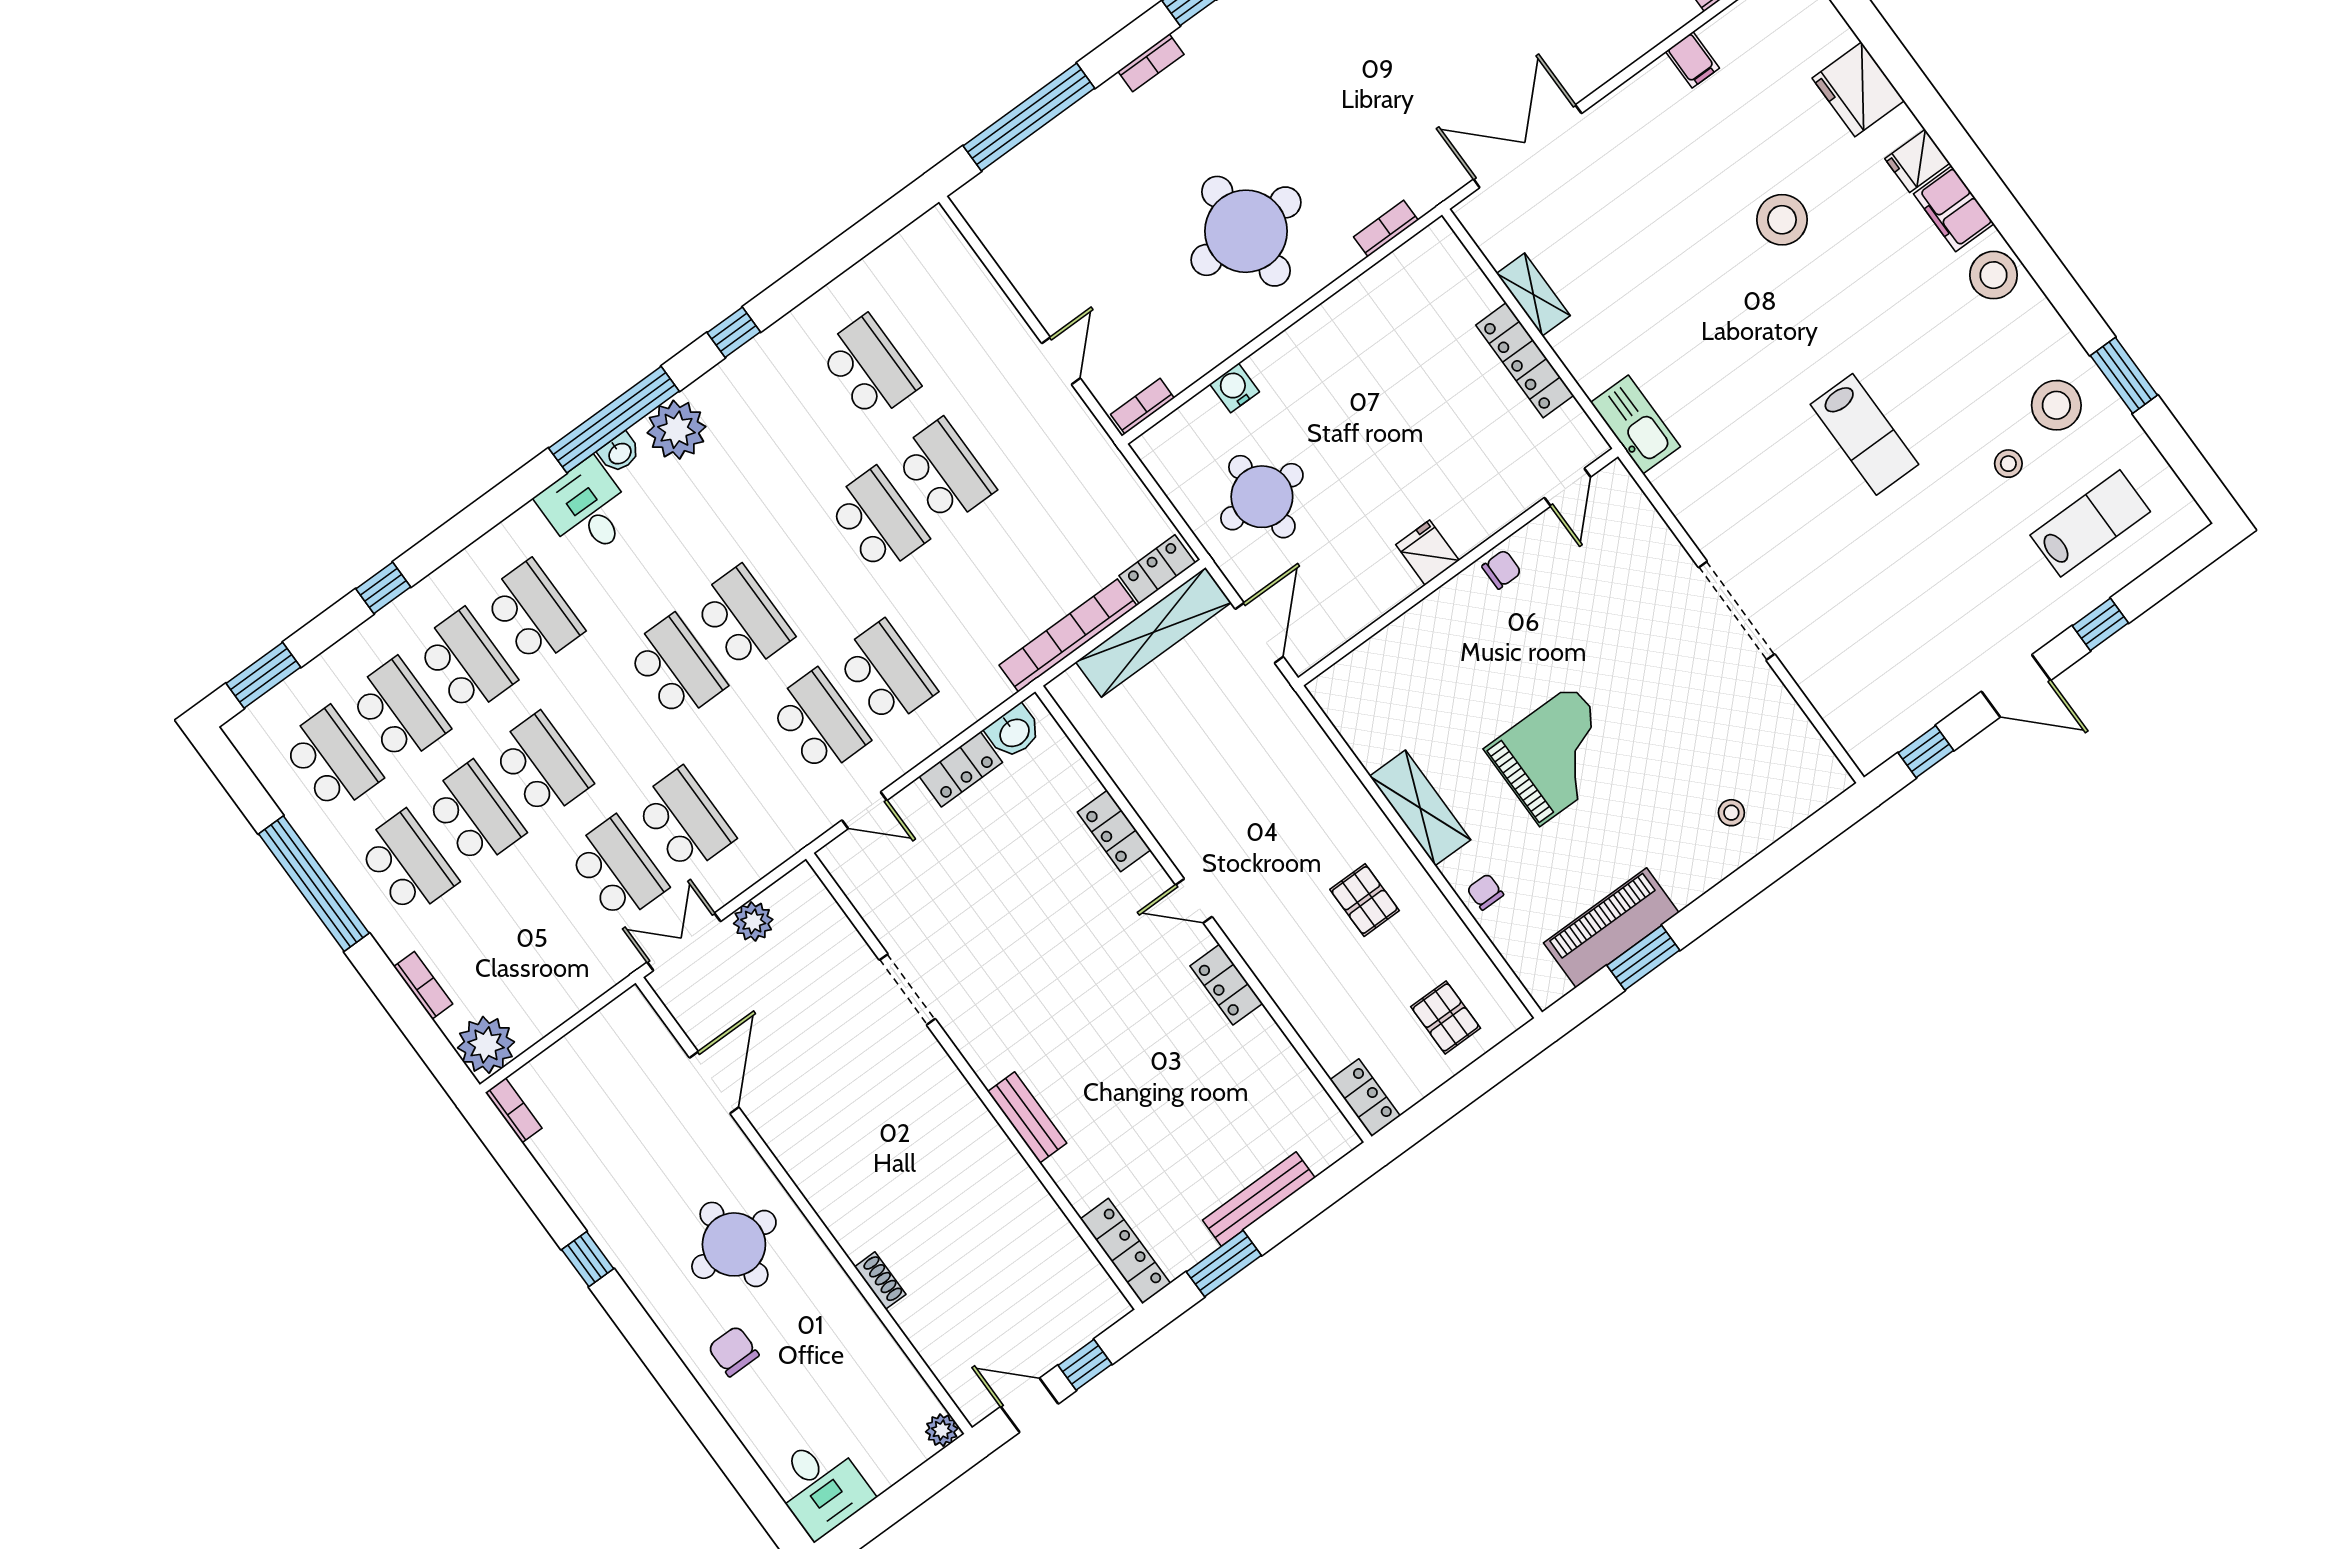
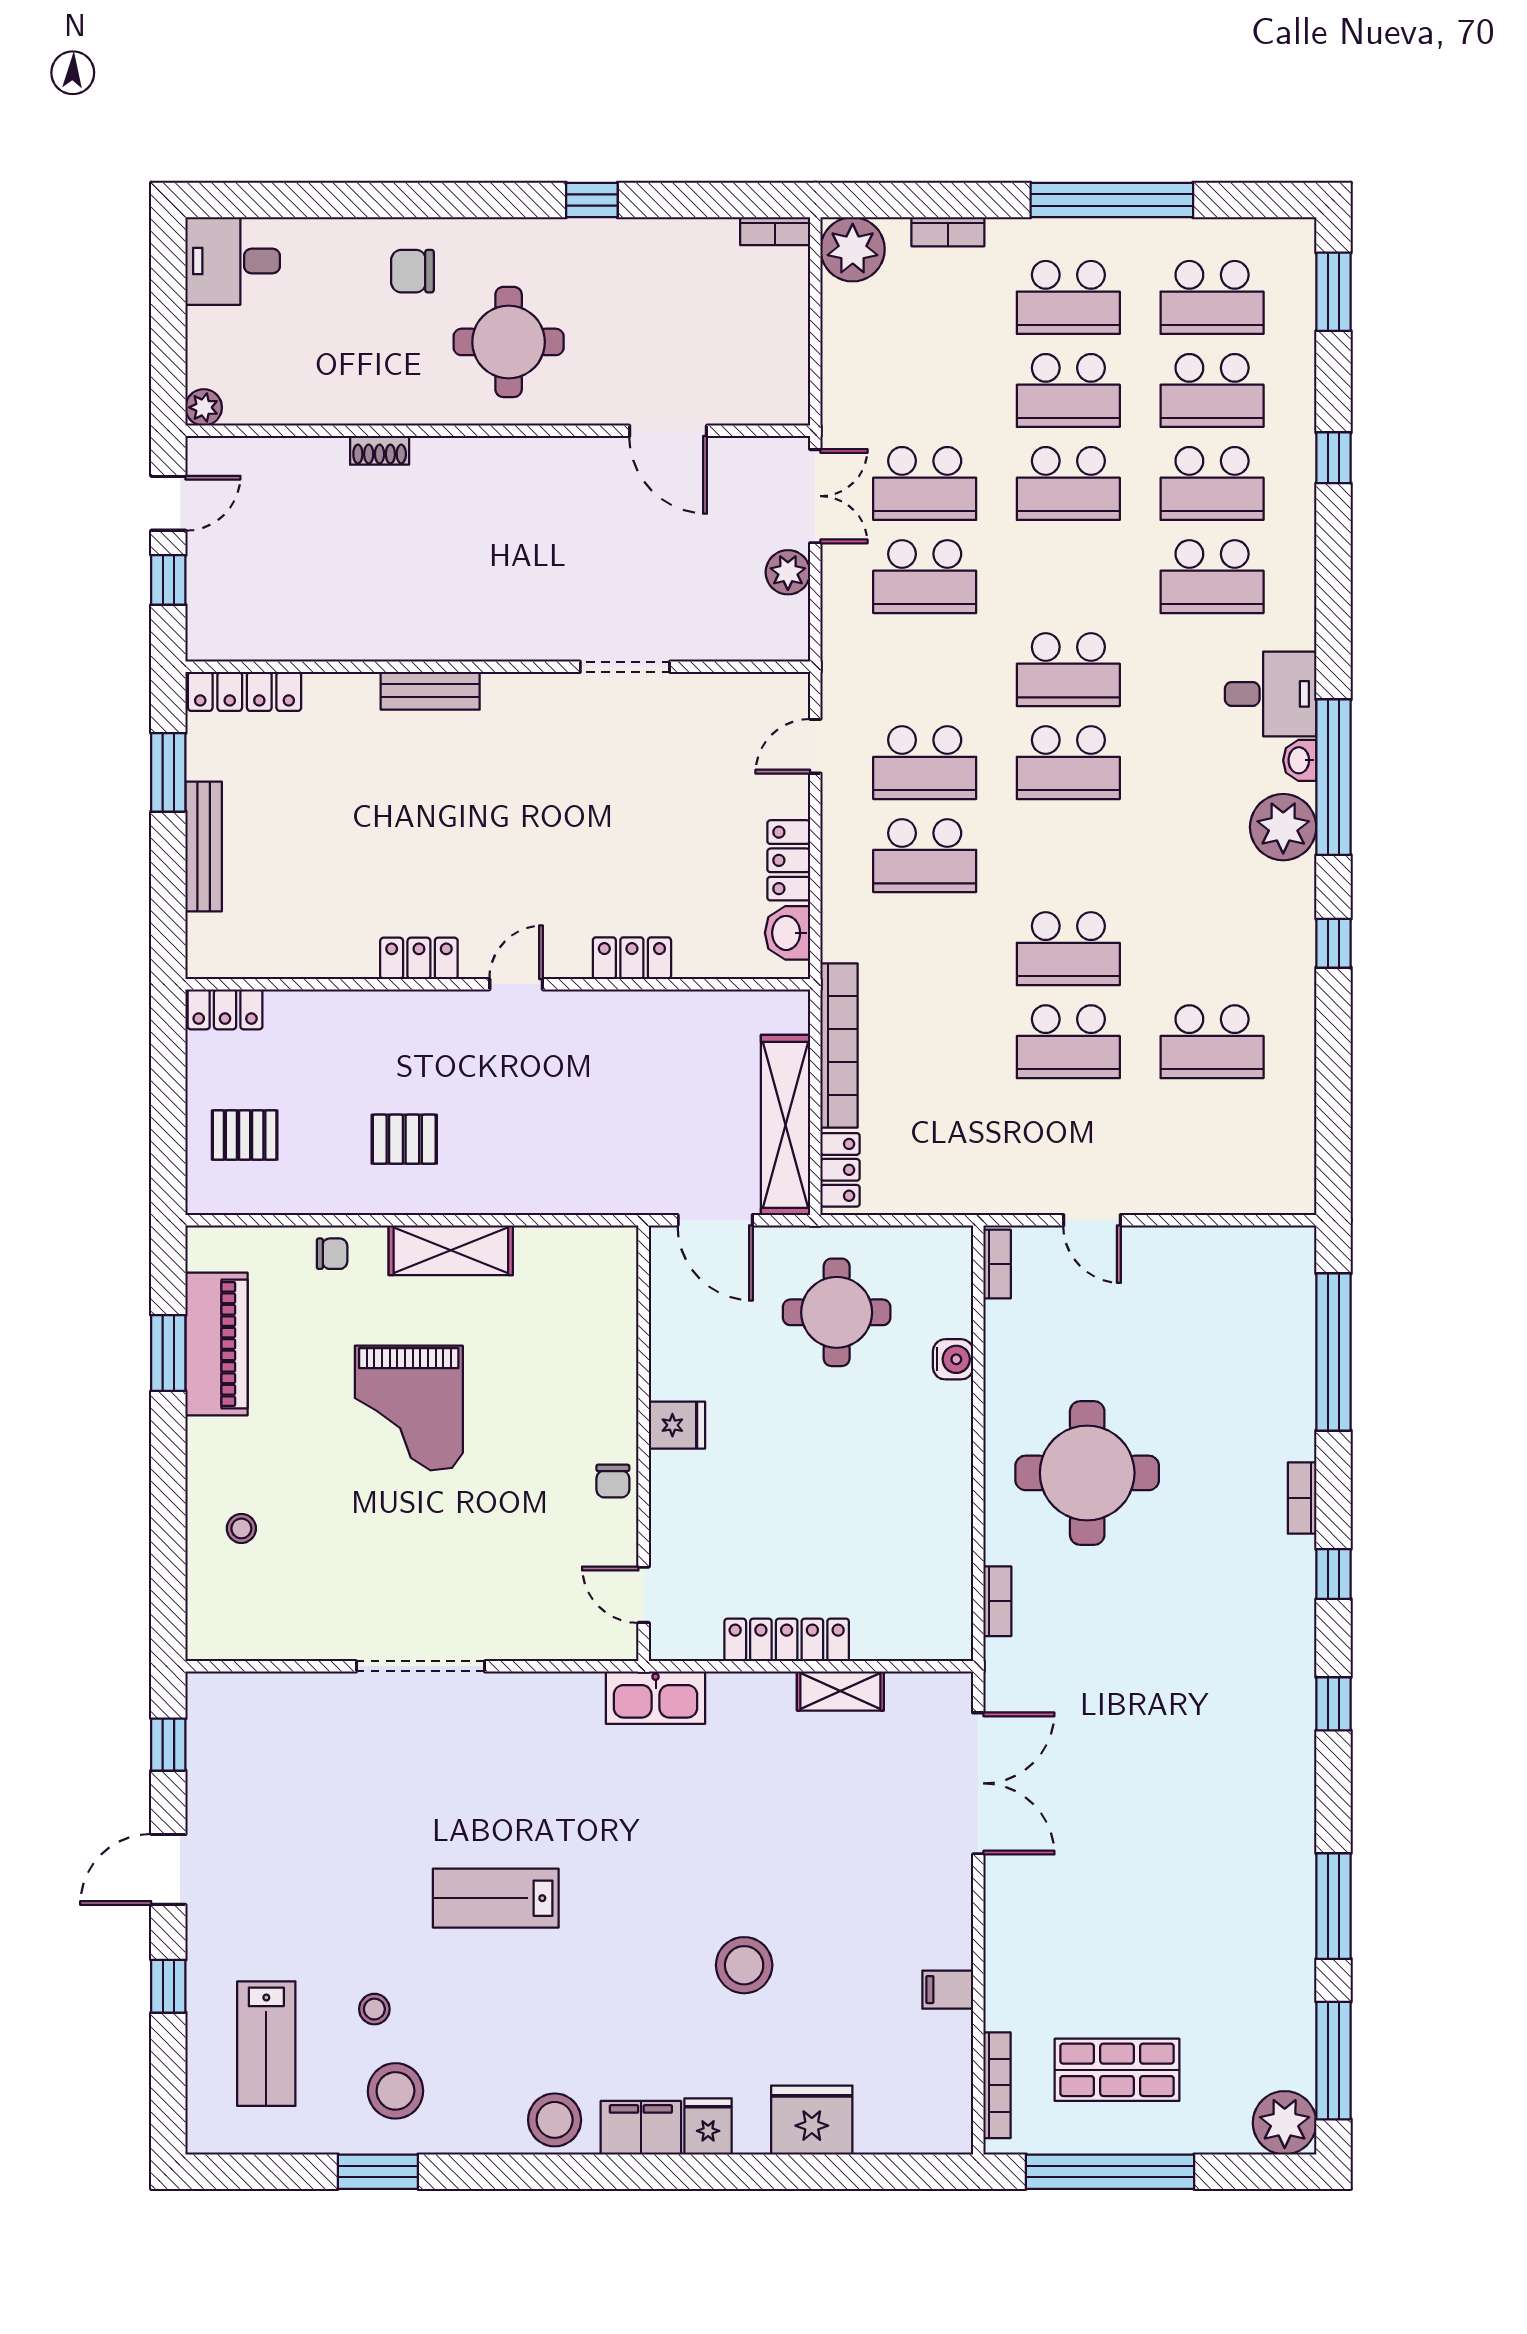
chair: (733, 1351) -> (412, 271), turned 180

